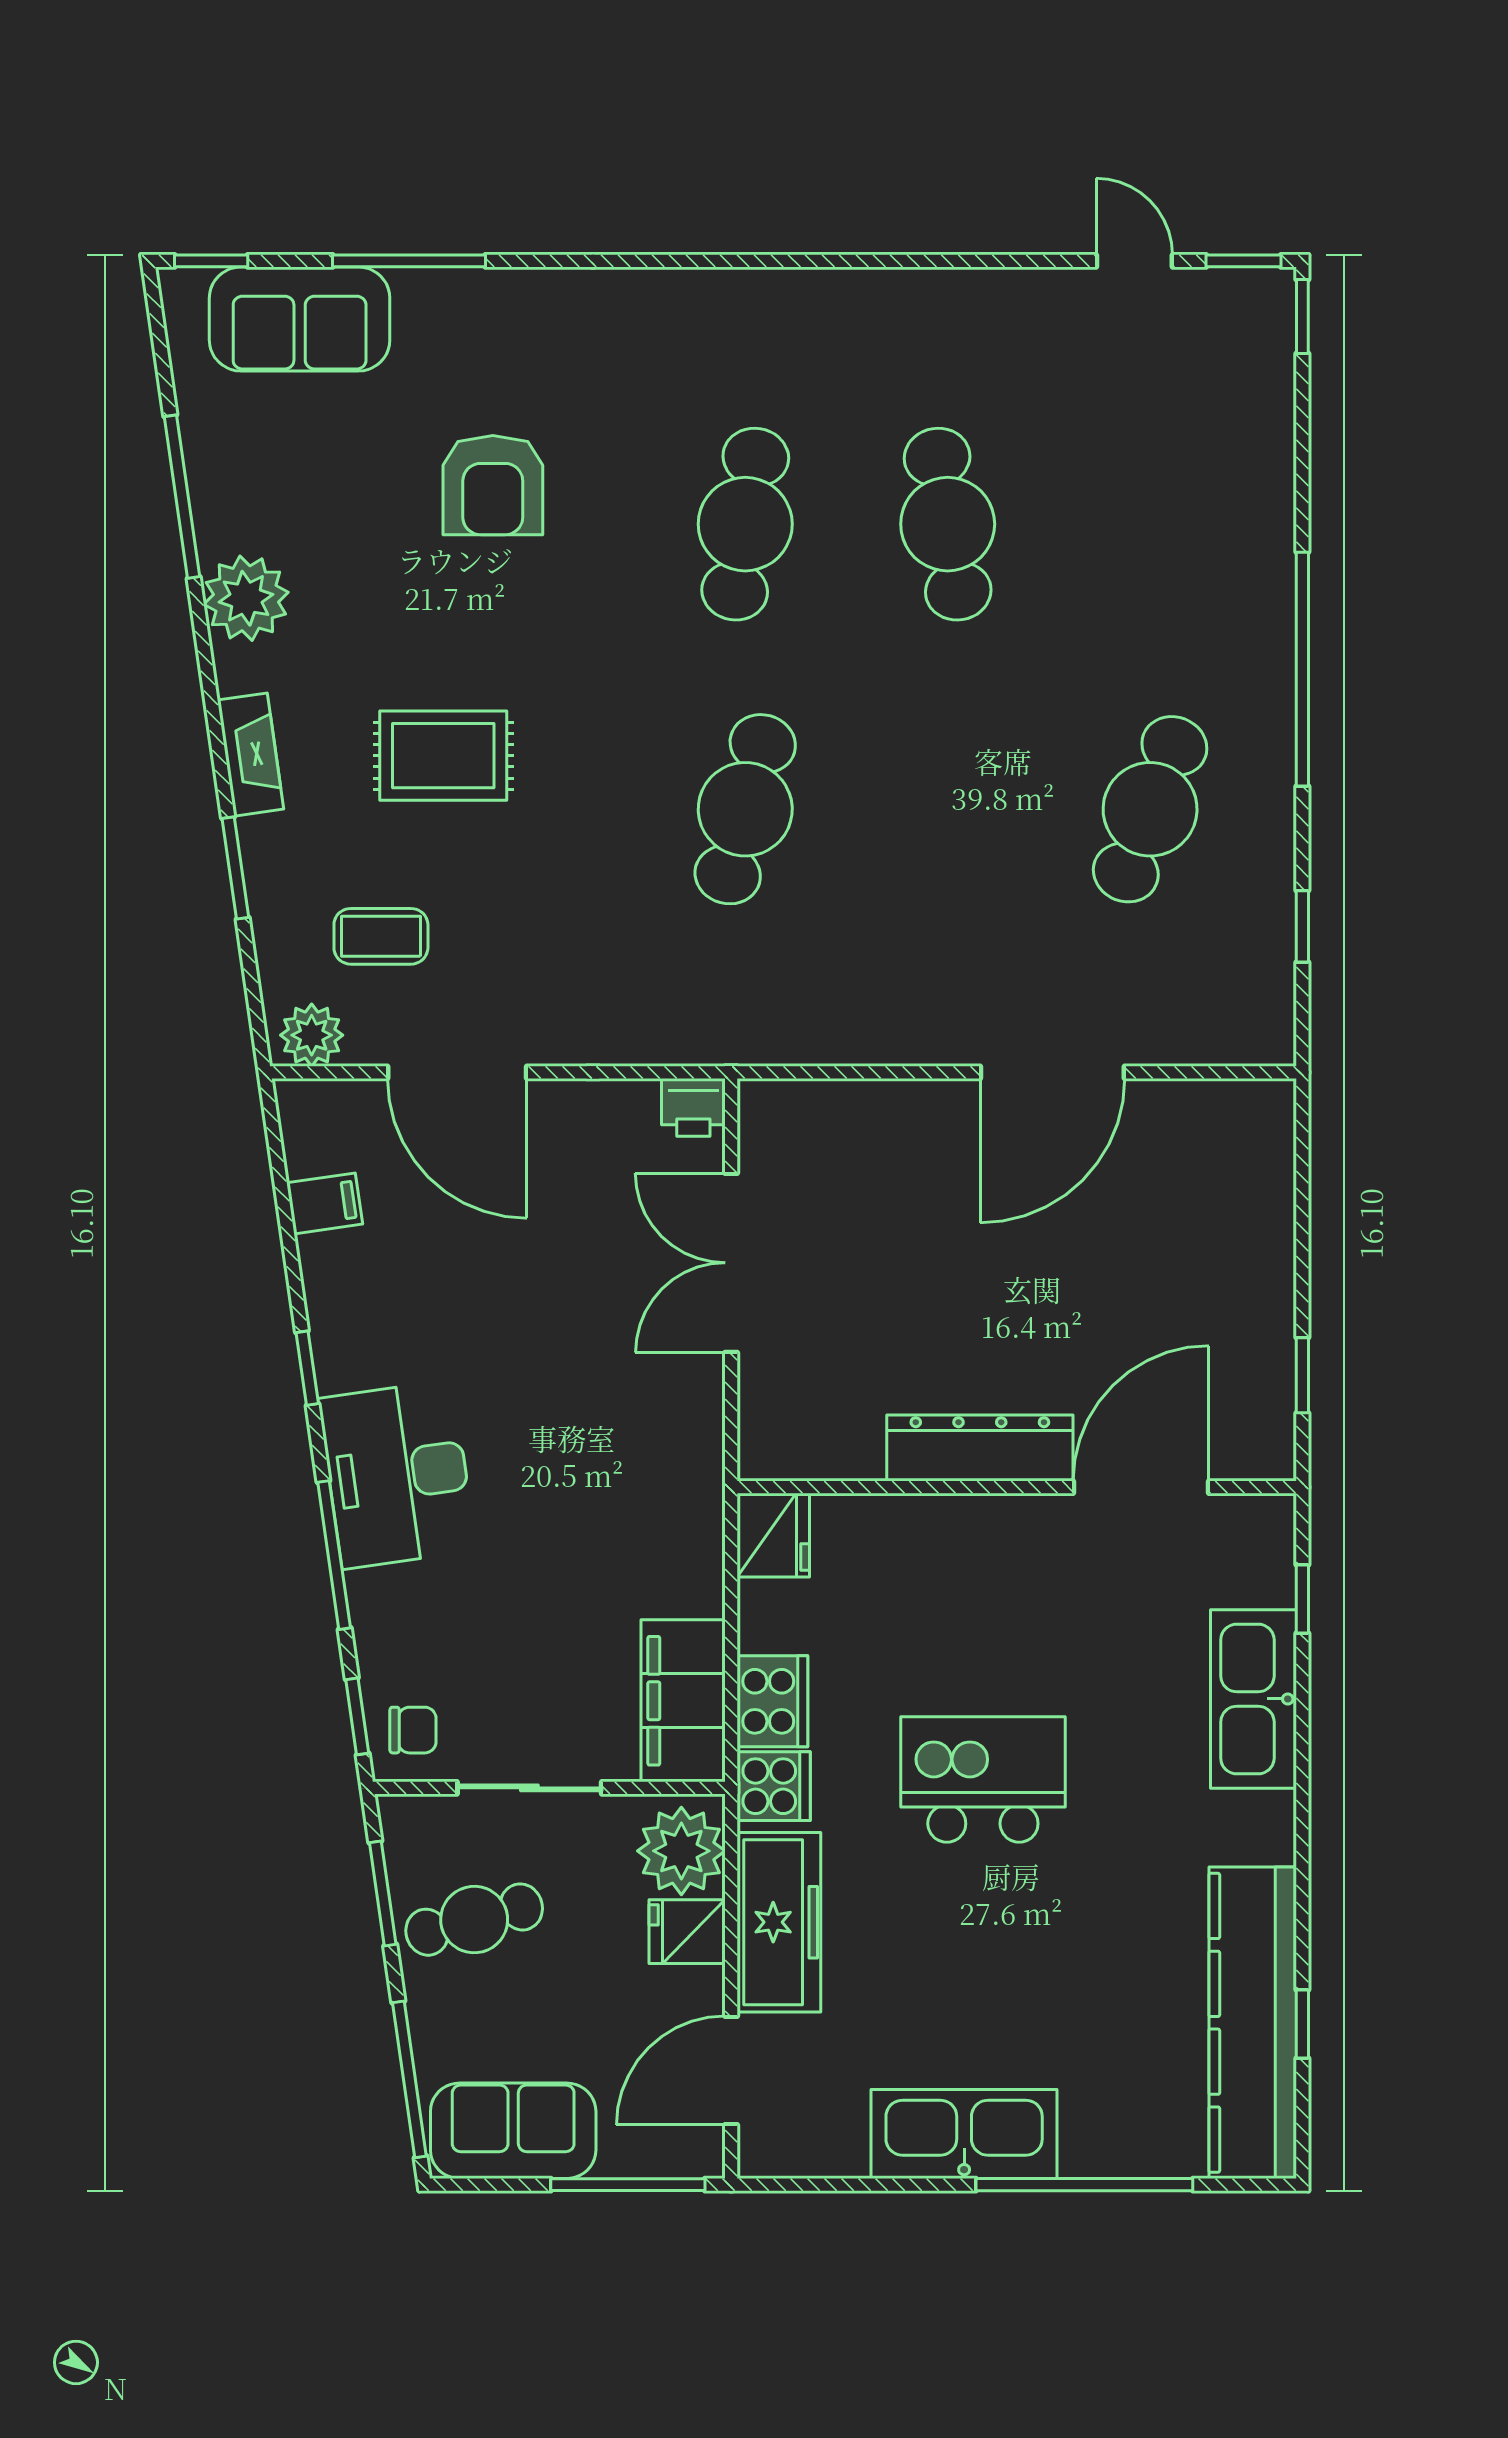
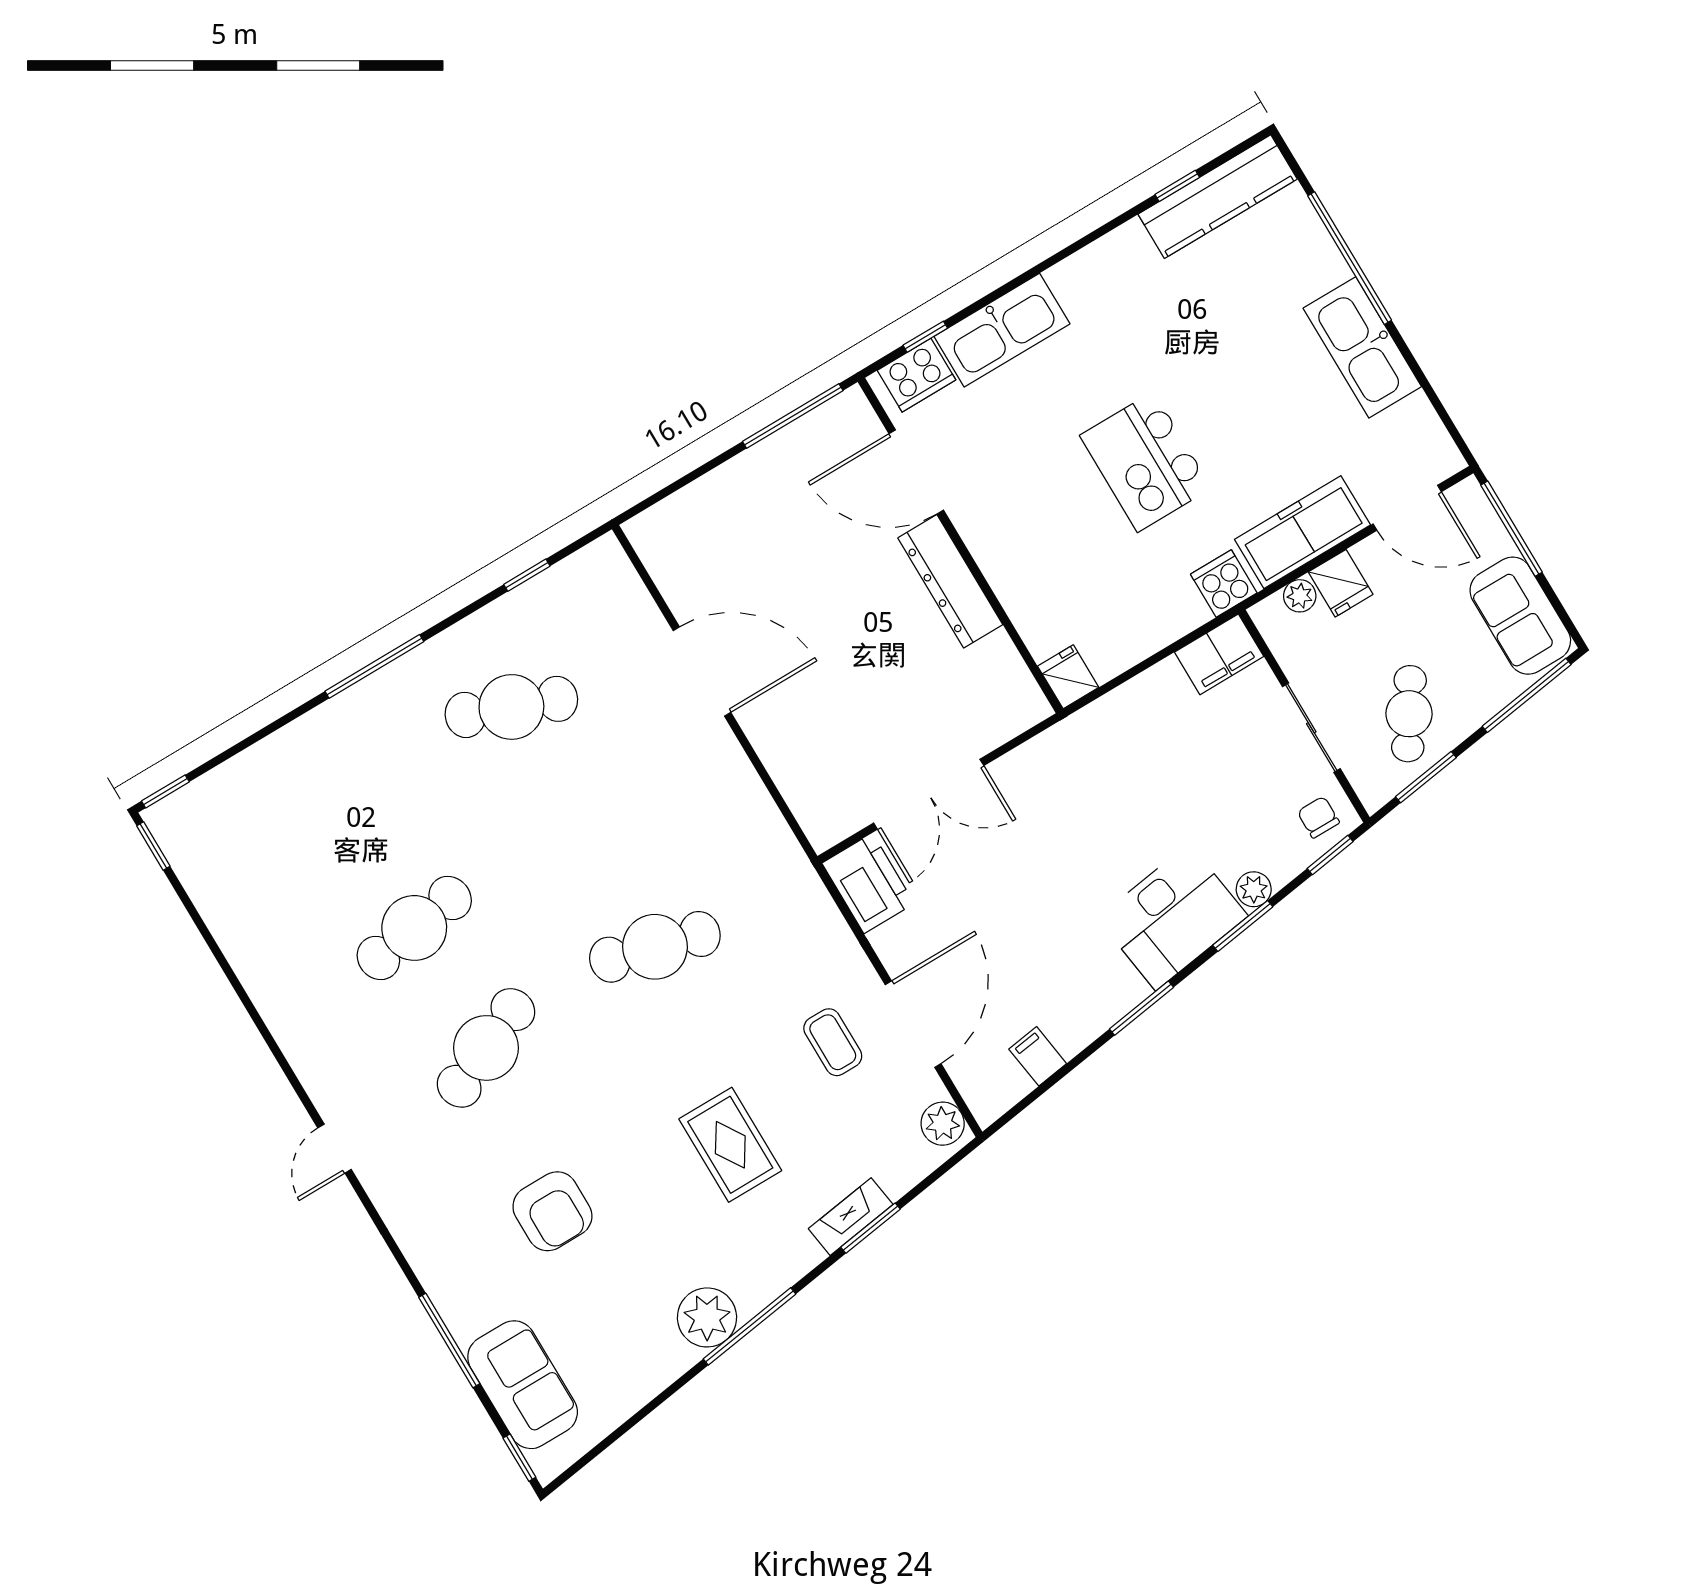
door: (1134, 261) -> (335, 1149), moved
armchair: (493, 485) -> (552, 1211), turned 90
window: (182, 497) -> (749, 1326), moved
cafe table: (745, 524) -> (486, 1048), turned -33
window: (1302, 669) -> (374, 666), width x0.68
fireplace: (251, 755) -> (851, 1217), moved
coffee table: (381, 936) -> (833, 1042), moved
printer: (693, 1107) -> (868, 883), width x1.87, depth x1.48
window: (307, 1368) -> (1141, 1008), width x1.50
window: (1302, 1375) -> (793, 416), width x2.17
fridge: (773, 1535) -> (1068, 677), width x0.72
window: (334, 1555) -> (1243, 926), width x0.69
plant: (372, 1596) -> (1254, 889), added
filing cabinet: (683, 1701) -> (1219, 654), width x0.67, depth x0.86
cooker: (772, 1701) -> (917, 375), moved, turned 180
plant: (681, 1851) -> (1300, 596), width x0.53, depth x0.53
cafe table: (474, 1920) -> (1409, 714), turned 48
kitchen counter: (1253, 2023) -> (1218, 197), width x0.72, depth x0.86

